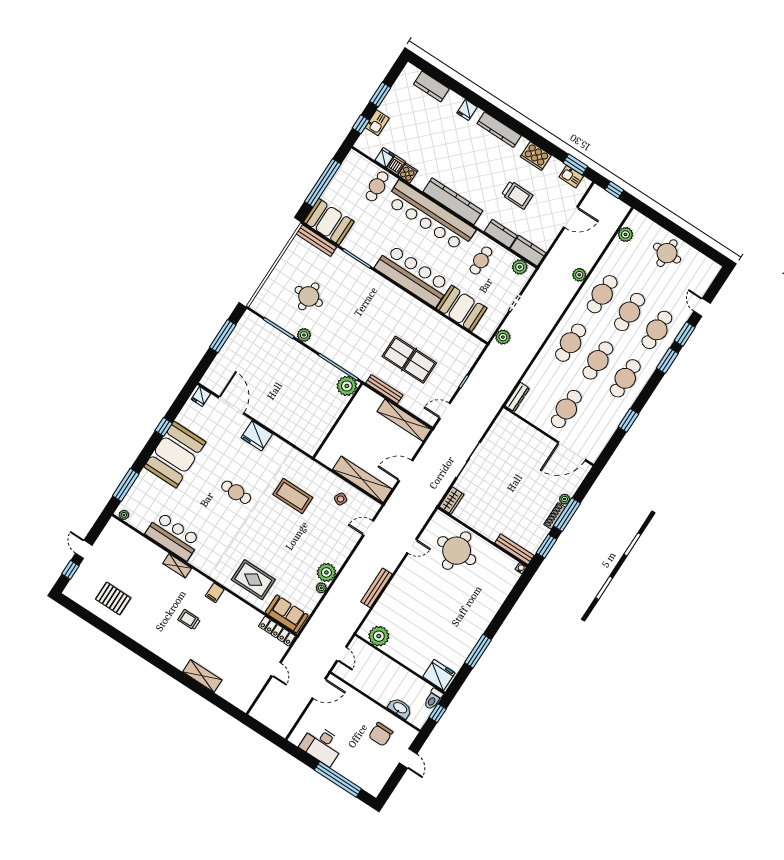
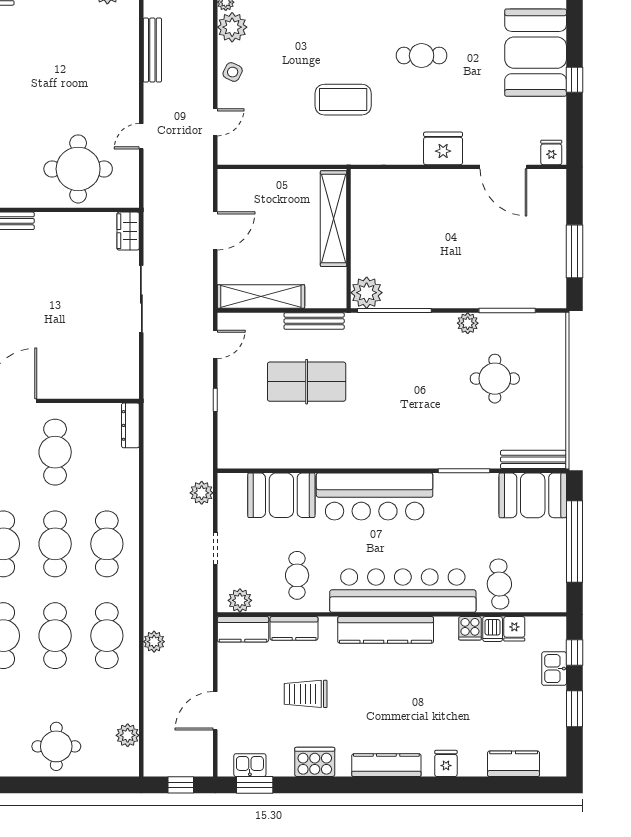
shelving: (362, 479) -> (334, 219), moved, turned 90
side table: (341, 499) -> (233, 72), moved

